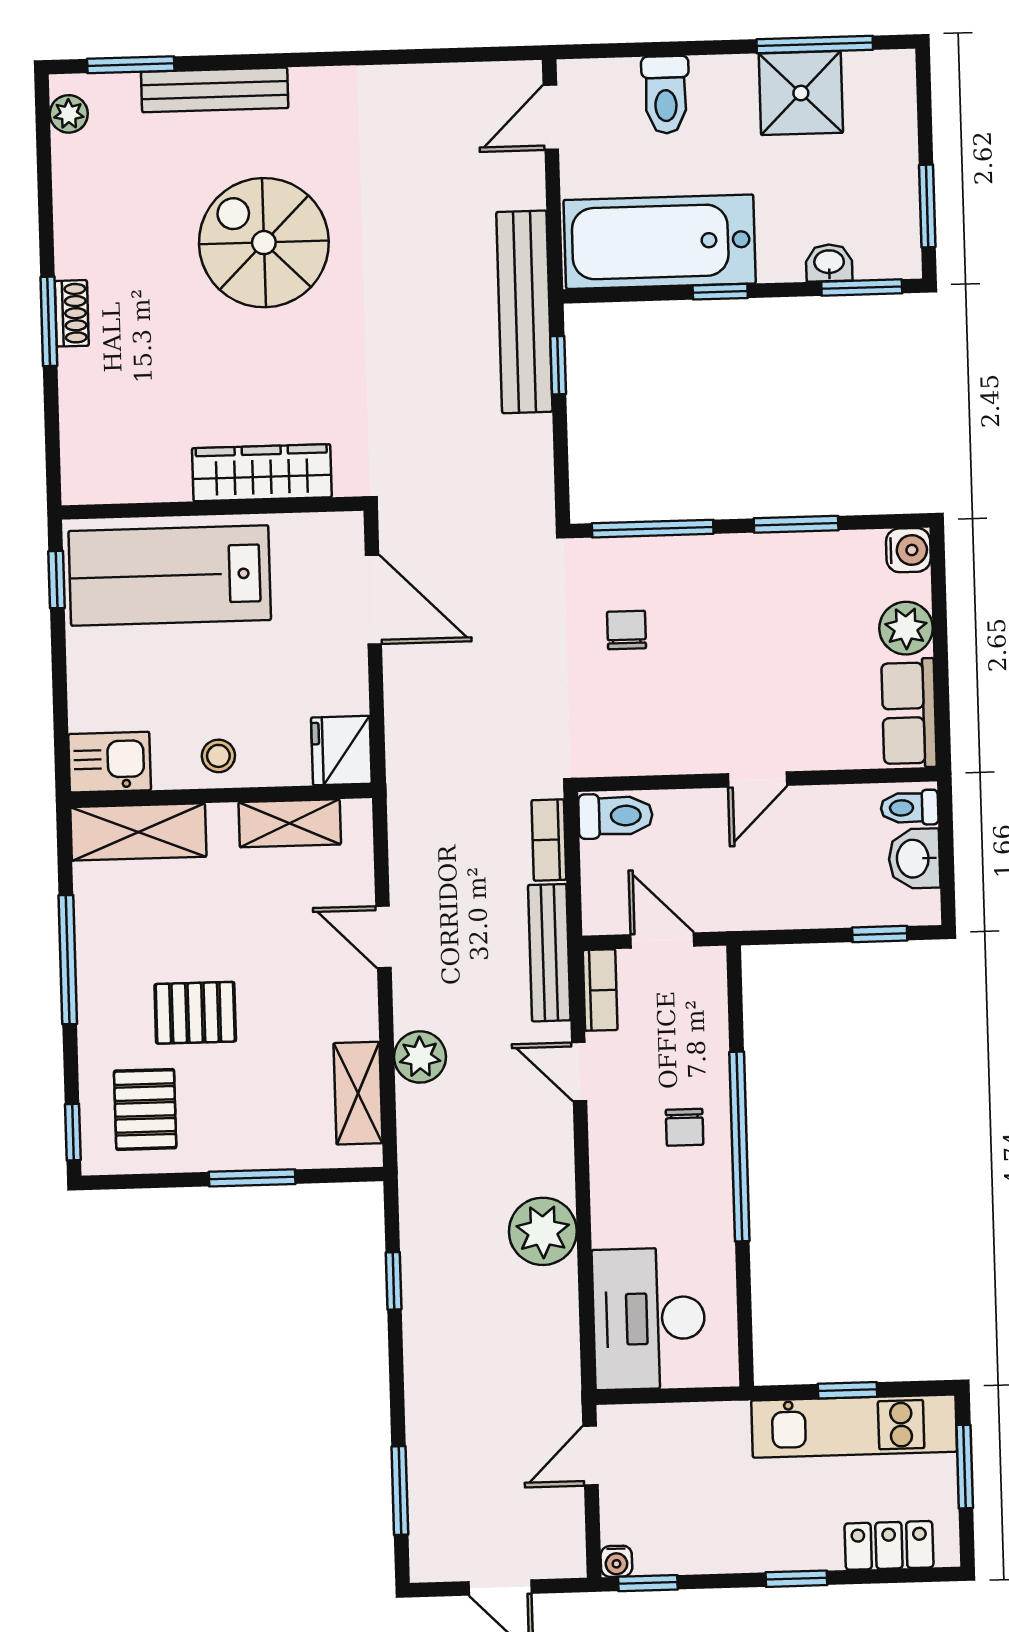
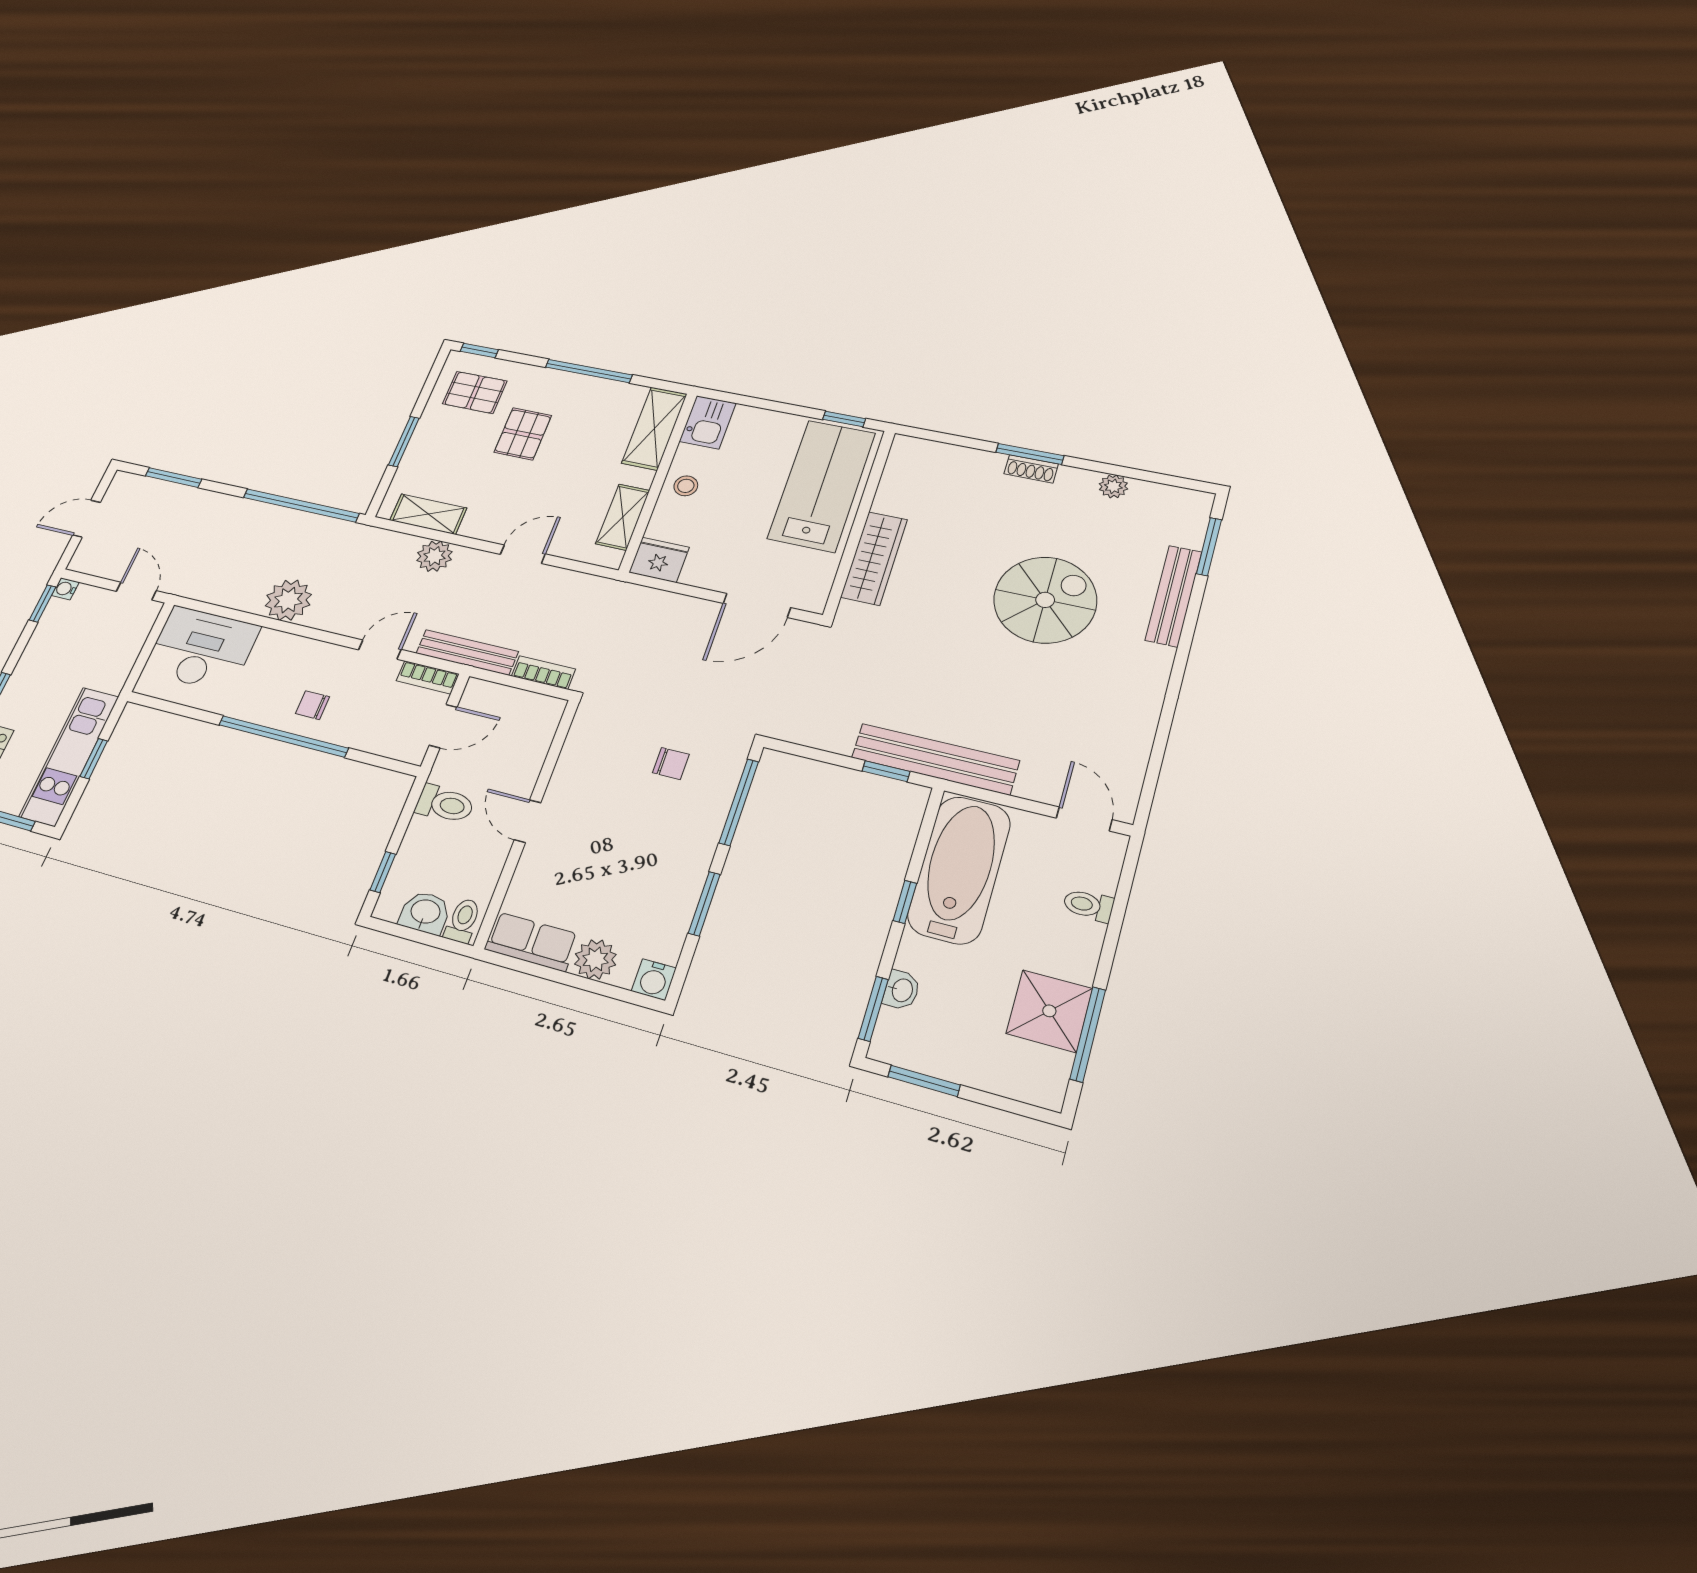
toilet: (666, 95) -> (1088, 905), width x0.73, depth x0.72
plant: (69, 114) -> (1113, 486), moved
toilet: (615, 816) -> (445, 804), moved, turned -90
window: (394, 1281) -> (301, 505), width x3.17

